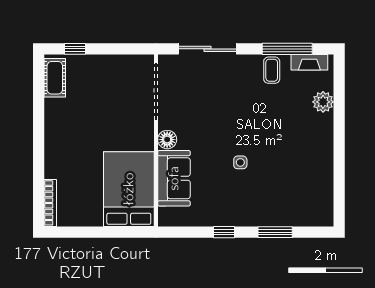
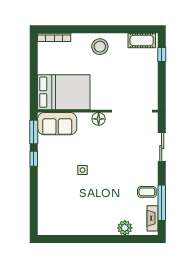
sliding door: (208, 49) -> (162, 147), width x0.73
stool: (64, 138) -> (100, 47), added
sofa: (174, 178) -> (57, 124), moved
window: (275, 232) -> (34, 132), moved

